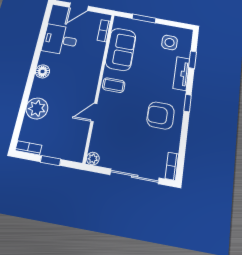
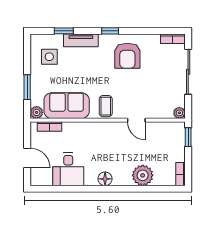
plant: (119, 22) -> (37, 112), added
window: (51, 161) -> (188, 137), moved

